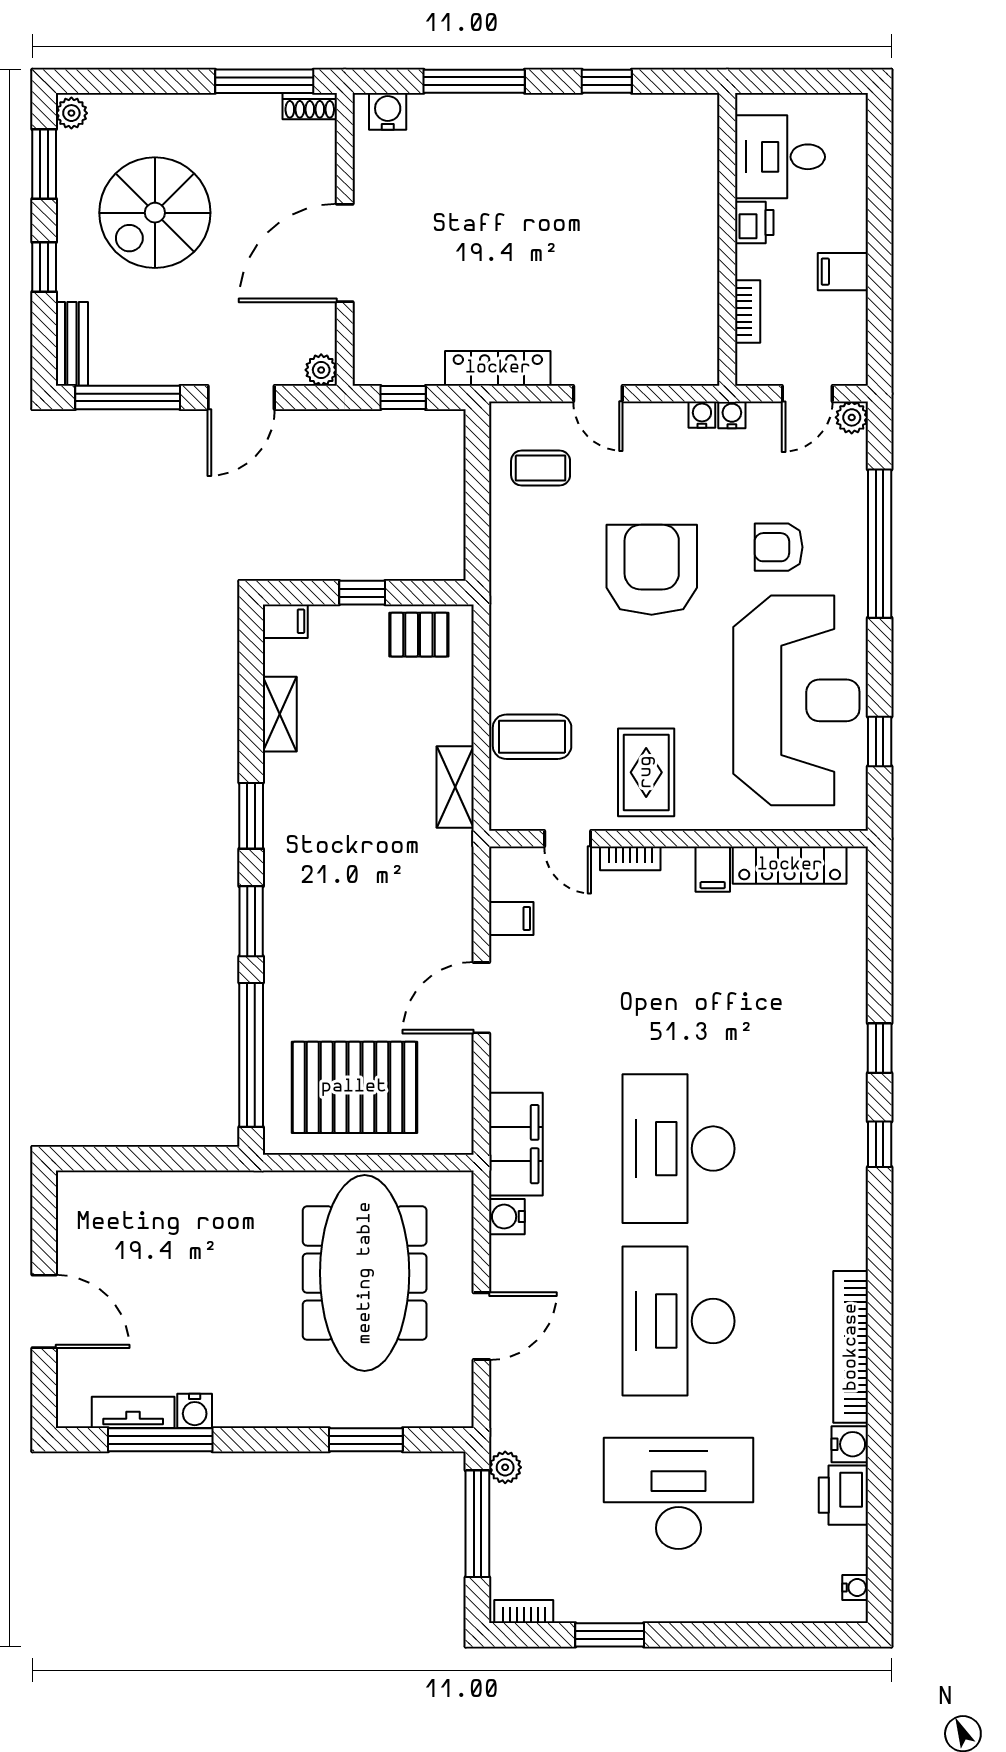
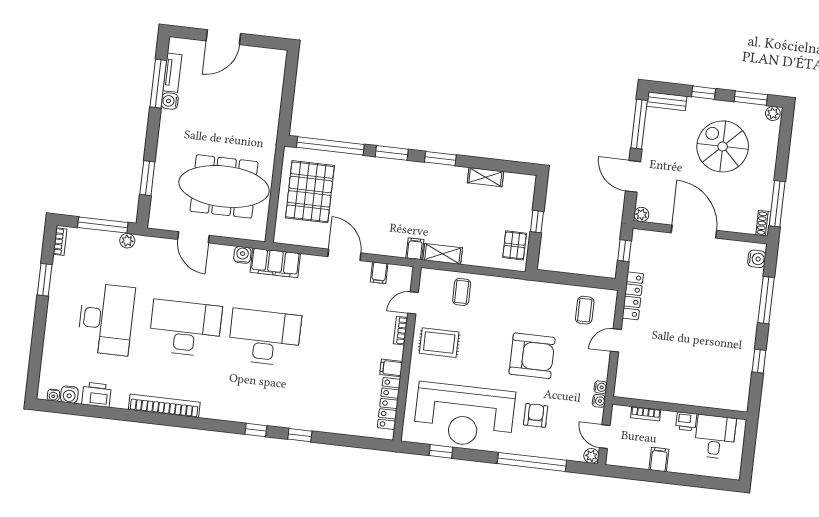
filing cabinet: (285, 621) -> (415, 249), moved, turned 180
coffee table: (532, 737) -> (462, 292), width x0.73, depth x0.77
water cooler: (850, 1444) -> (69, 394), moved

